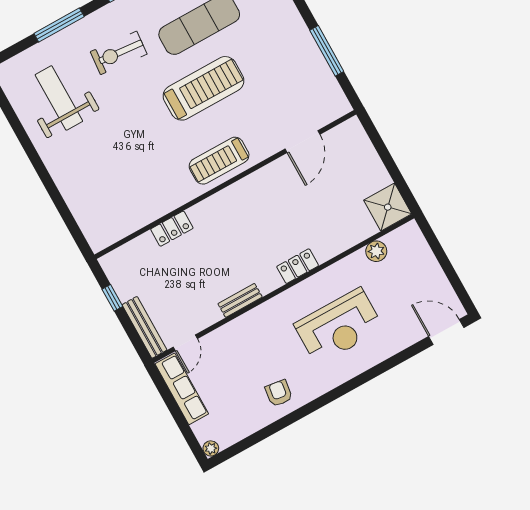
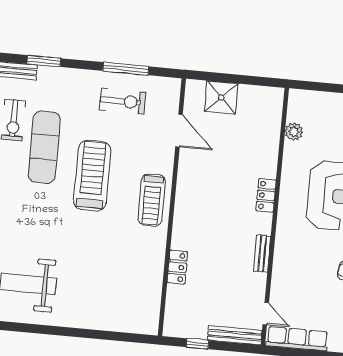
exercise bike: (119, 53) -> (123, 101), moved, turned -95
shower: (388, 207) -> (221, 97), moved

